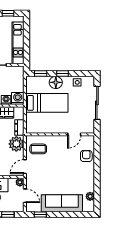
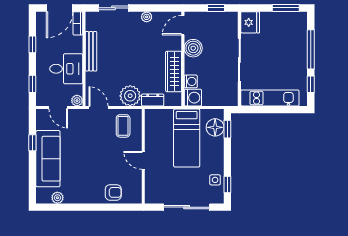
window: (62, 74) -> (227, 185), moved
floor lamp: (56, 82) -> (215, 127), moved
door: (74, 134) -> (143, 160), moved
door: (25, 196) -> (58, 108), hinge flipped
window: (40, 214) -> (32, 143), moved

